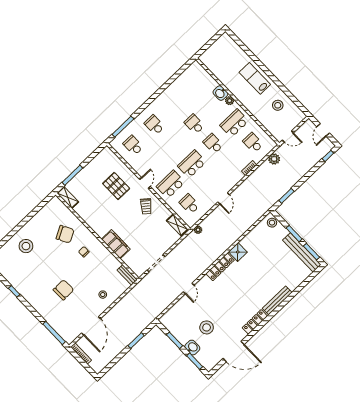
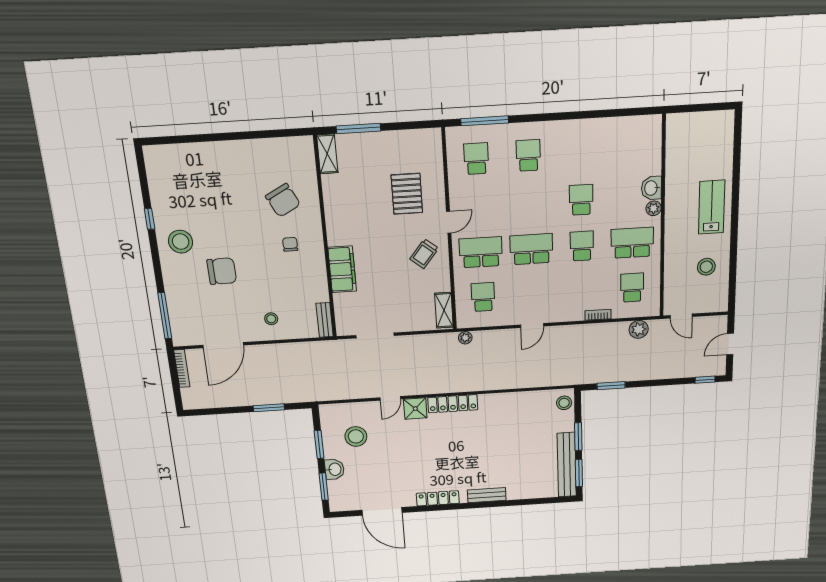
stool: (26, 246) -> (181, 242), moved
shower: (238, 252) -> (415, 409), moved
bench: (277, 300) -> (487, 495), width x0.73
stool: (207, 327) -> (356, 436), moved

